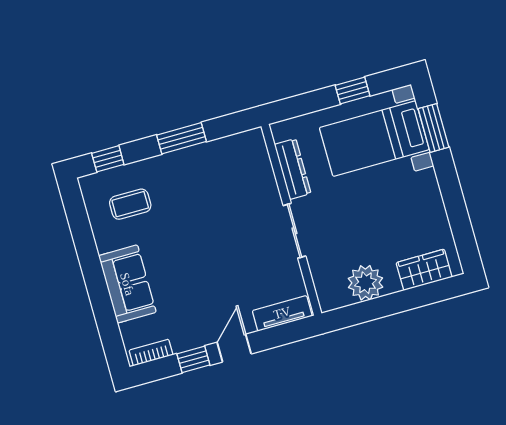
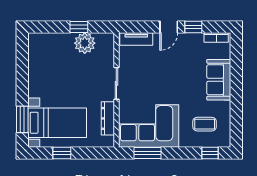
window: (182, 138) -> (147, 153), moved
corner sofa: (222, 175) -> (149, 126), added
wardrobe: (424, 270) -> (50, 41), removed
window: (383, 307) -> (79, 27), added

